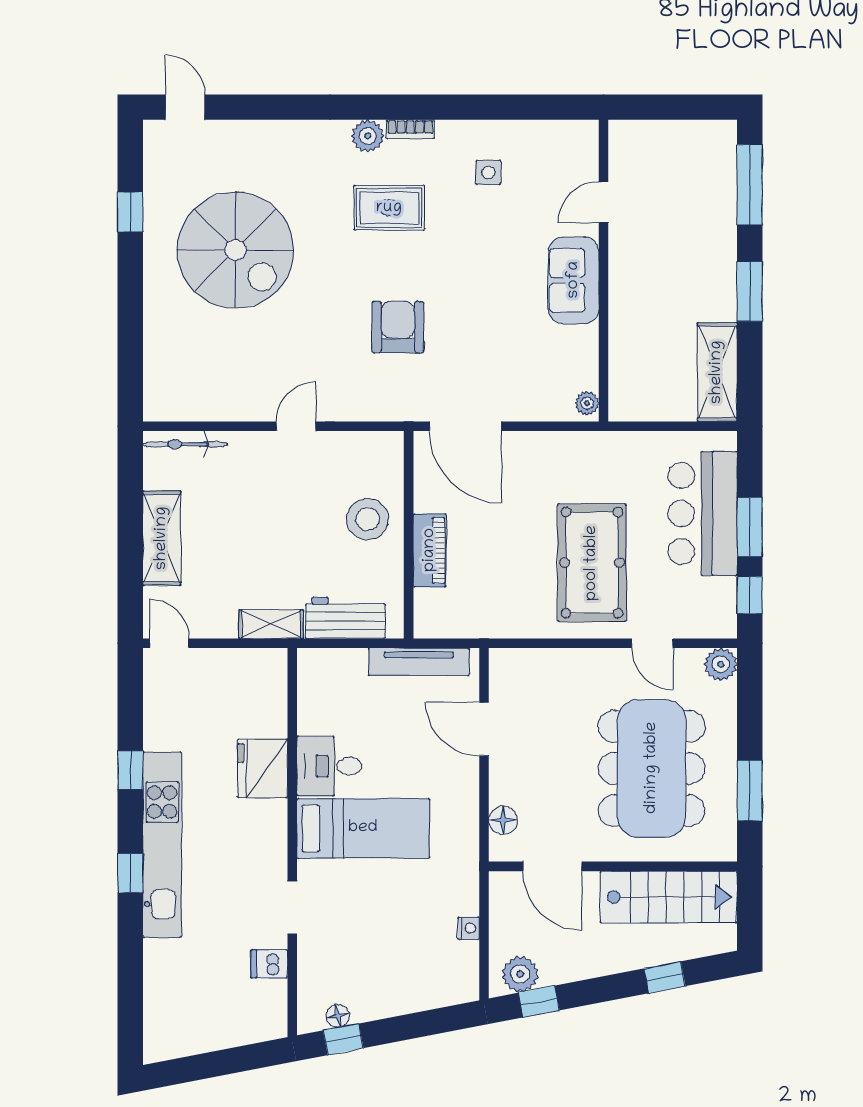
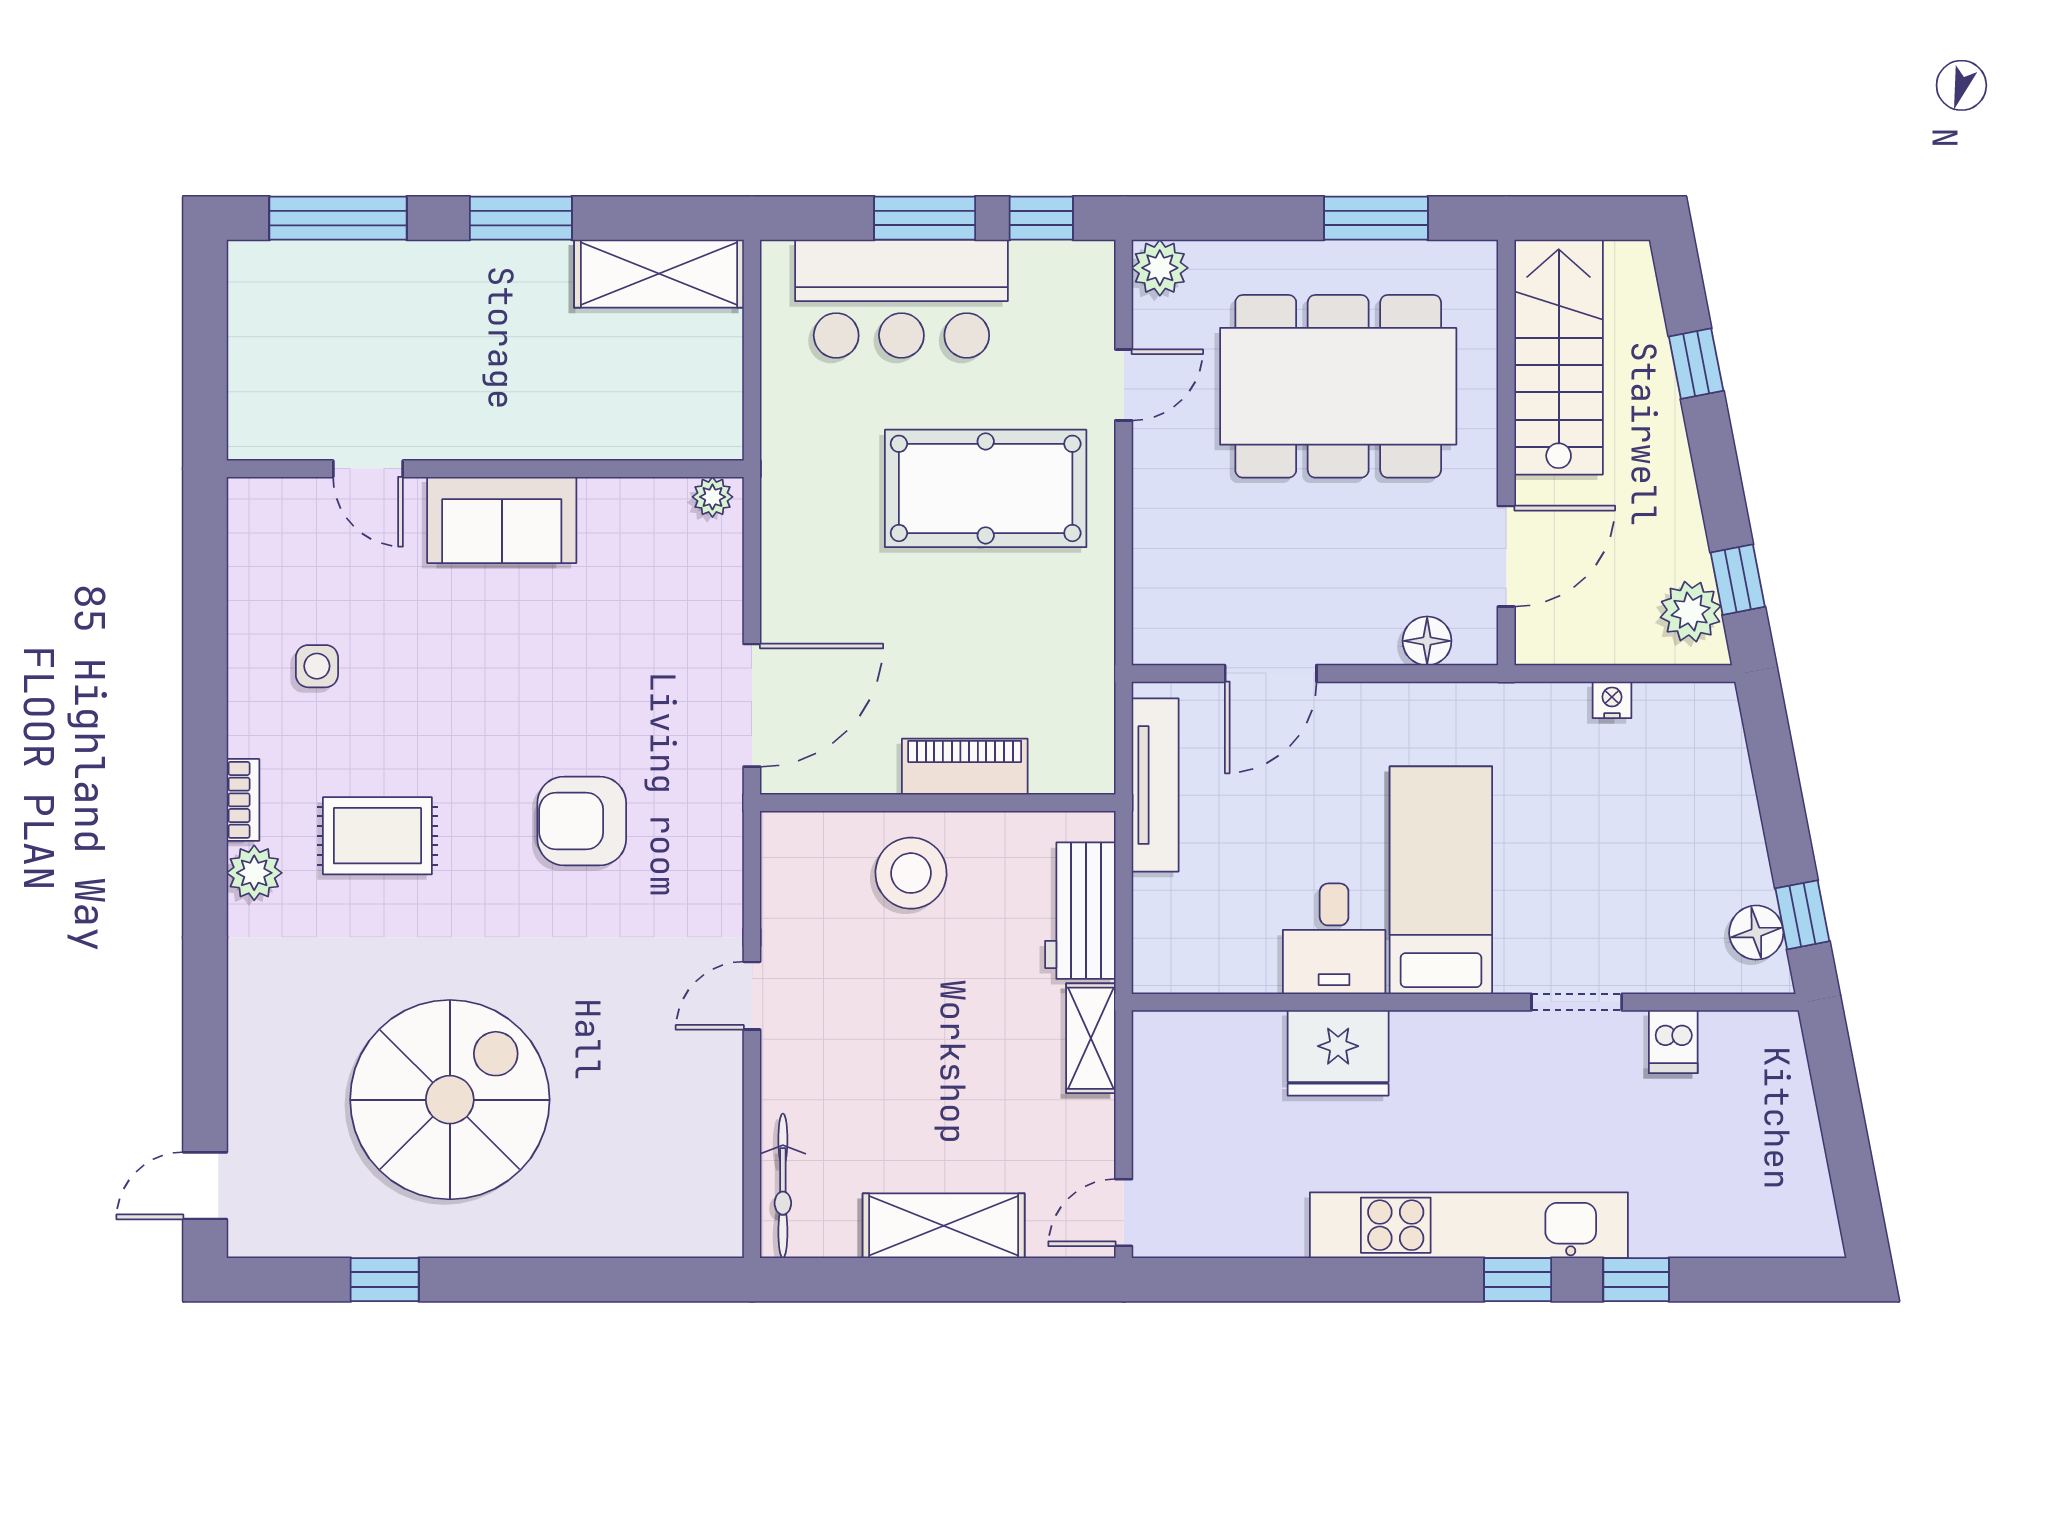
rug: (389, 208) -> (377, 836), turned 90
door: (296, 426) -> (752, 996), hinge flipped
window: (130, 770) -> (1636, 1280), moved
floor lamp: (338, 1016) -> (1756, 933), width x1.37, depth x1.37

